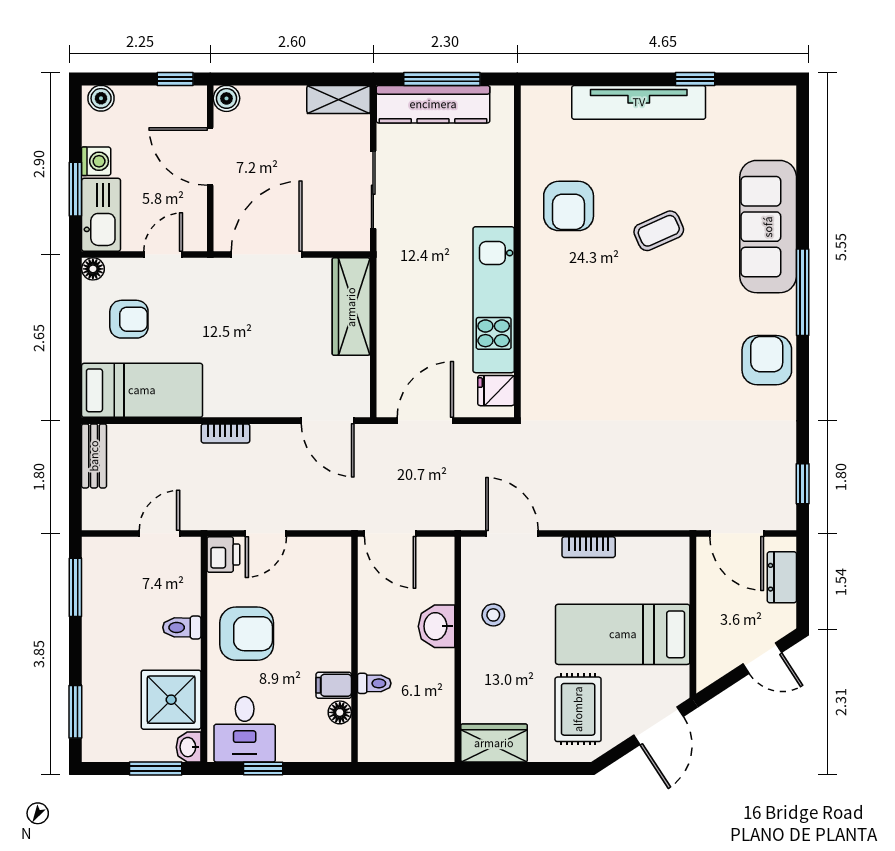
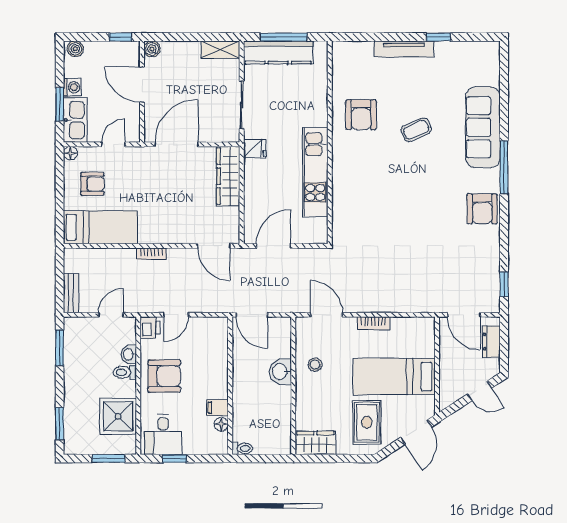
tv unit: (639, 102) -> (404, 49), width x0.73, depth x0.78
armchair: (767, 360) -> (482, 209), turned 180
fridge: (496, 391) -> (255, 149), moved, turned 180
bench: (94, 456) -> (71, 293), moved
toilet: (374, 683) -> (242, 448), moved
washbasin: (189, 747) -> (129, 354), moved

